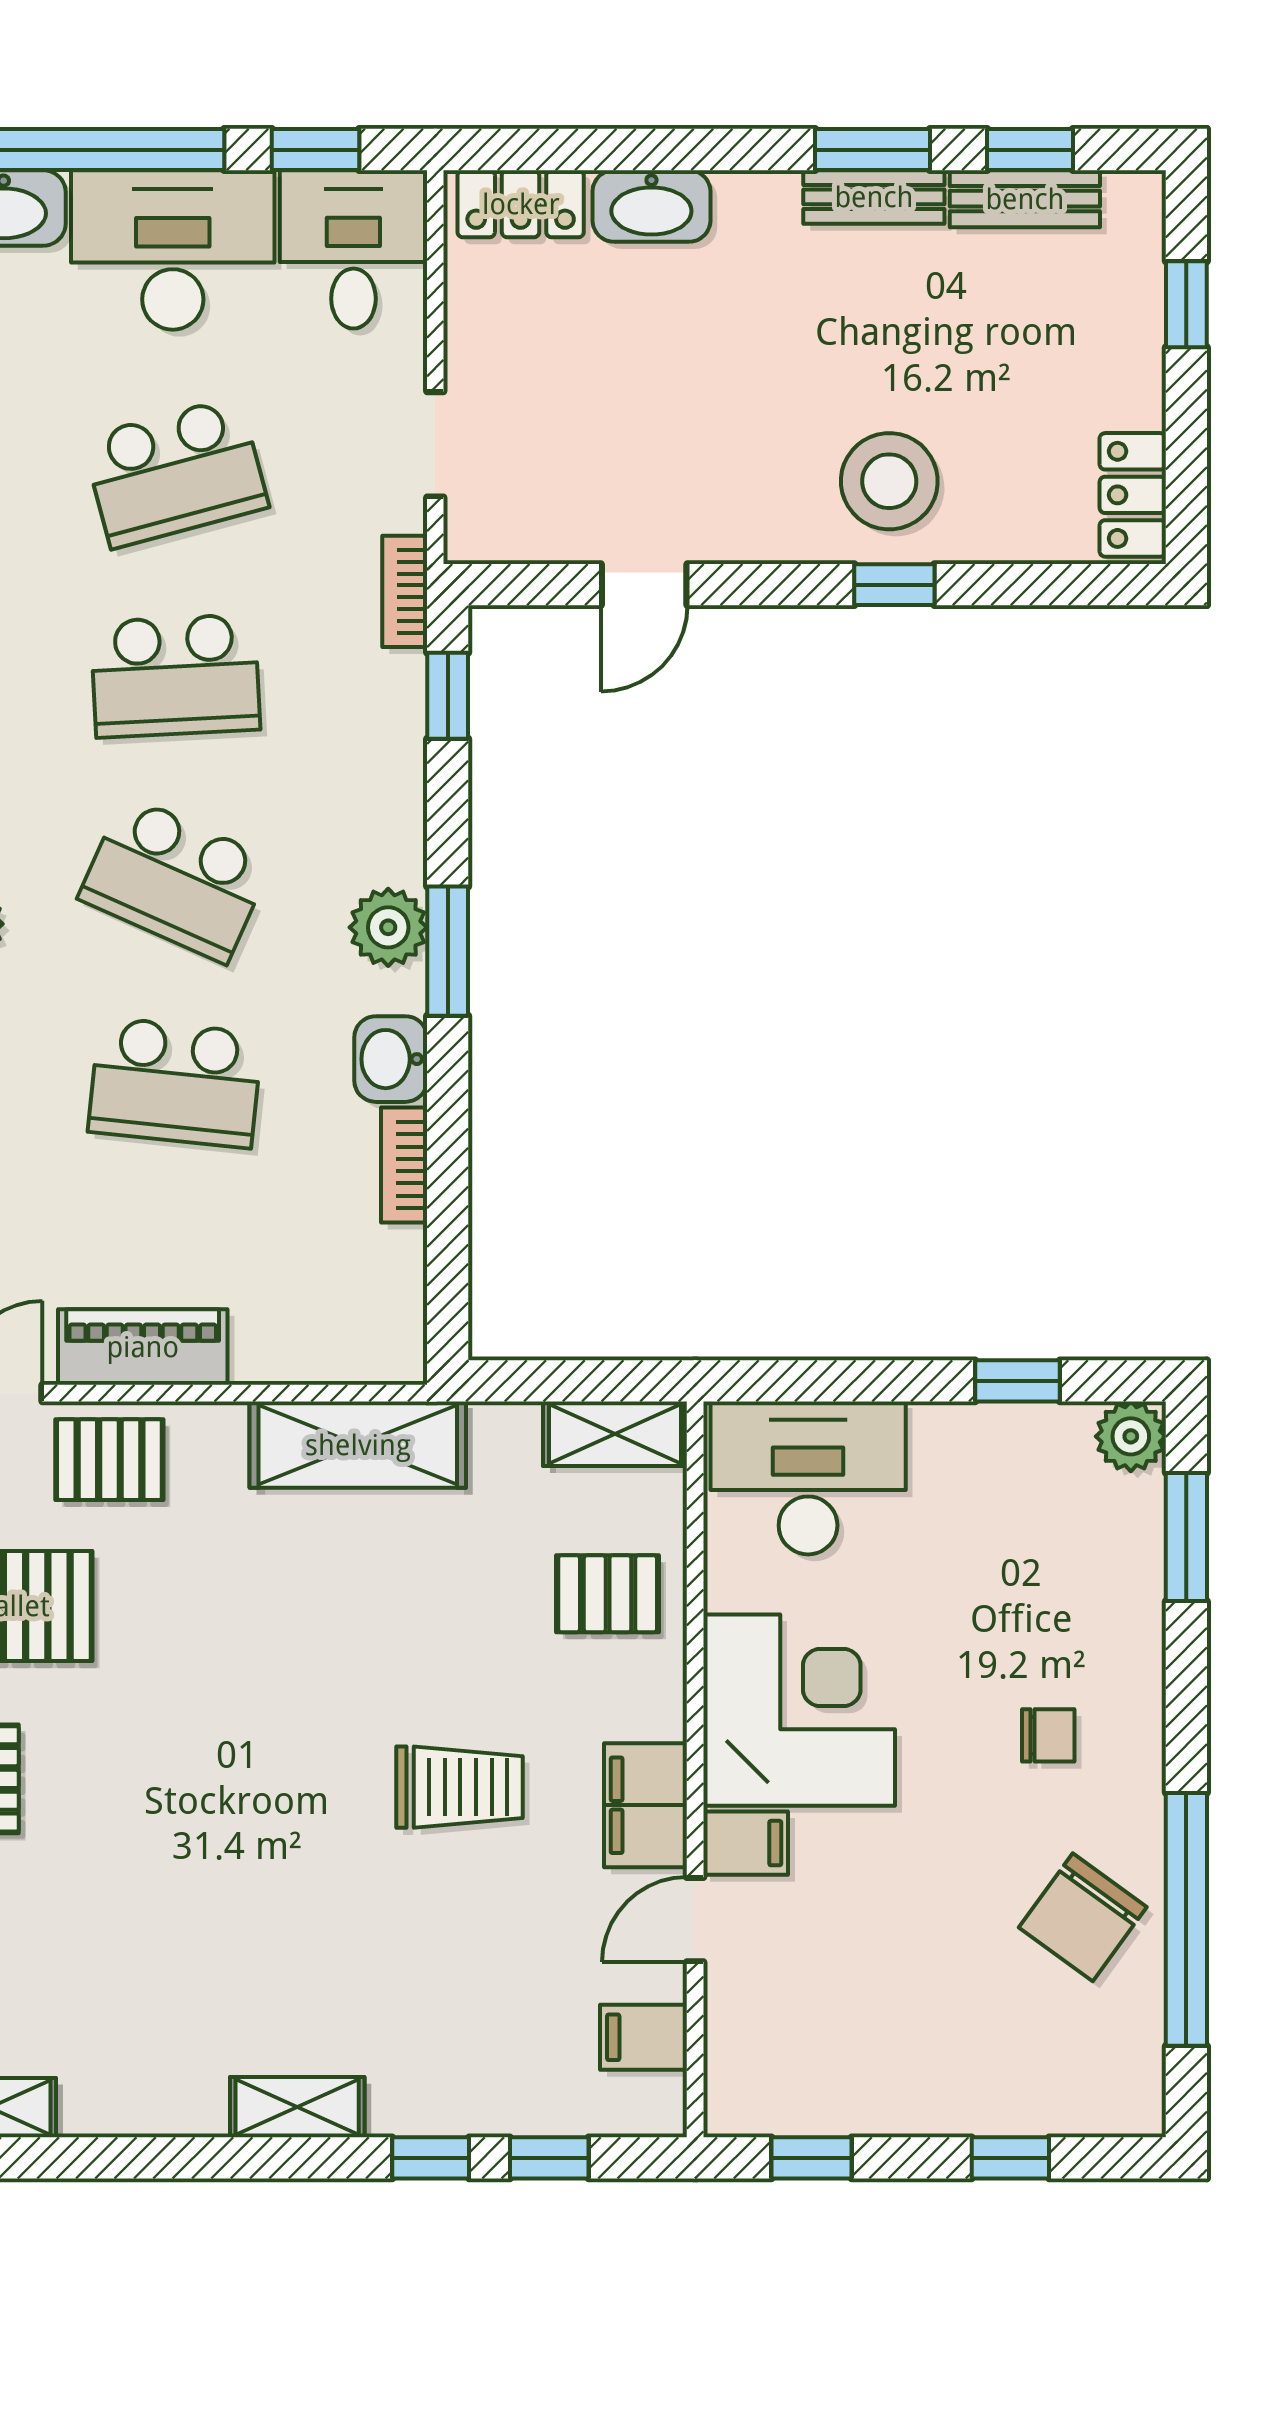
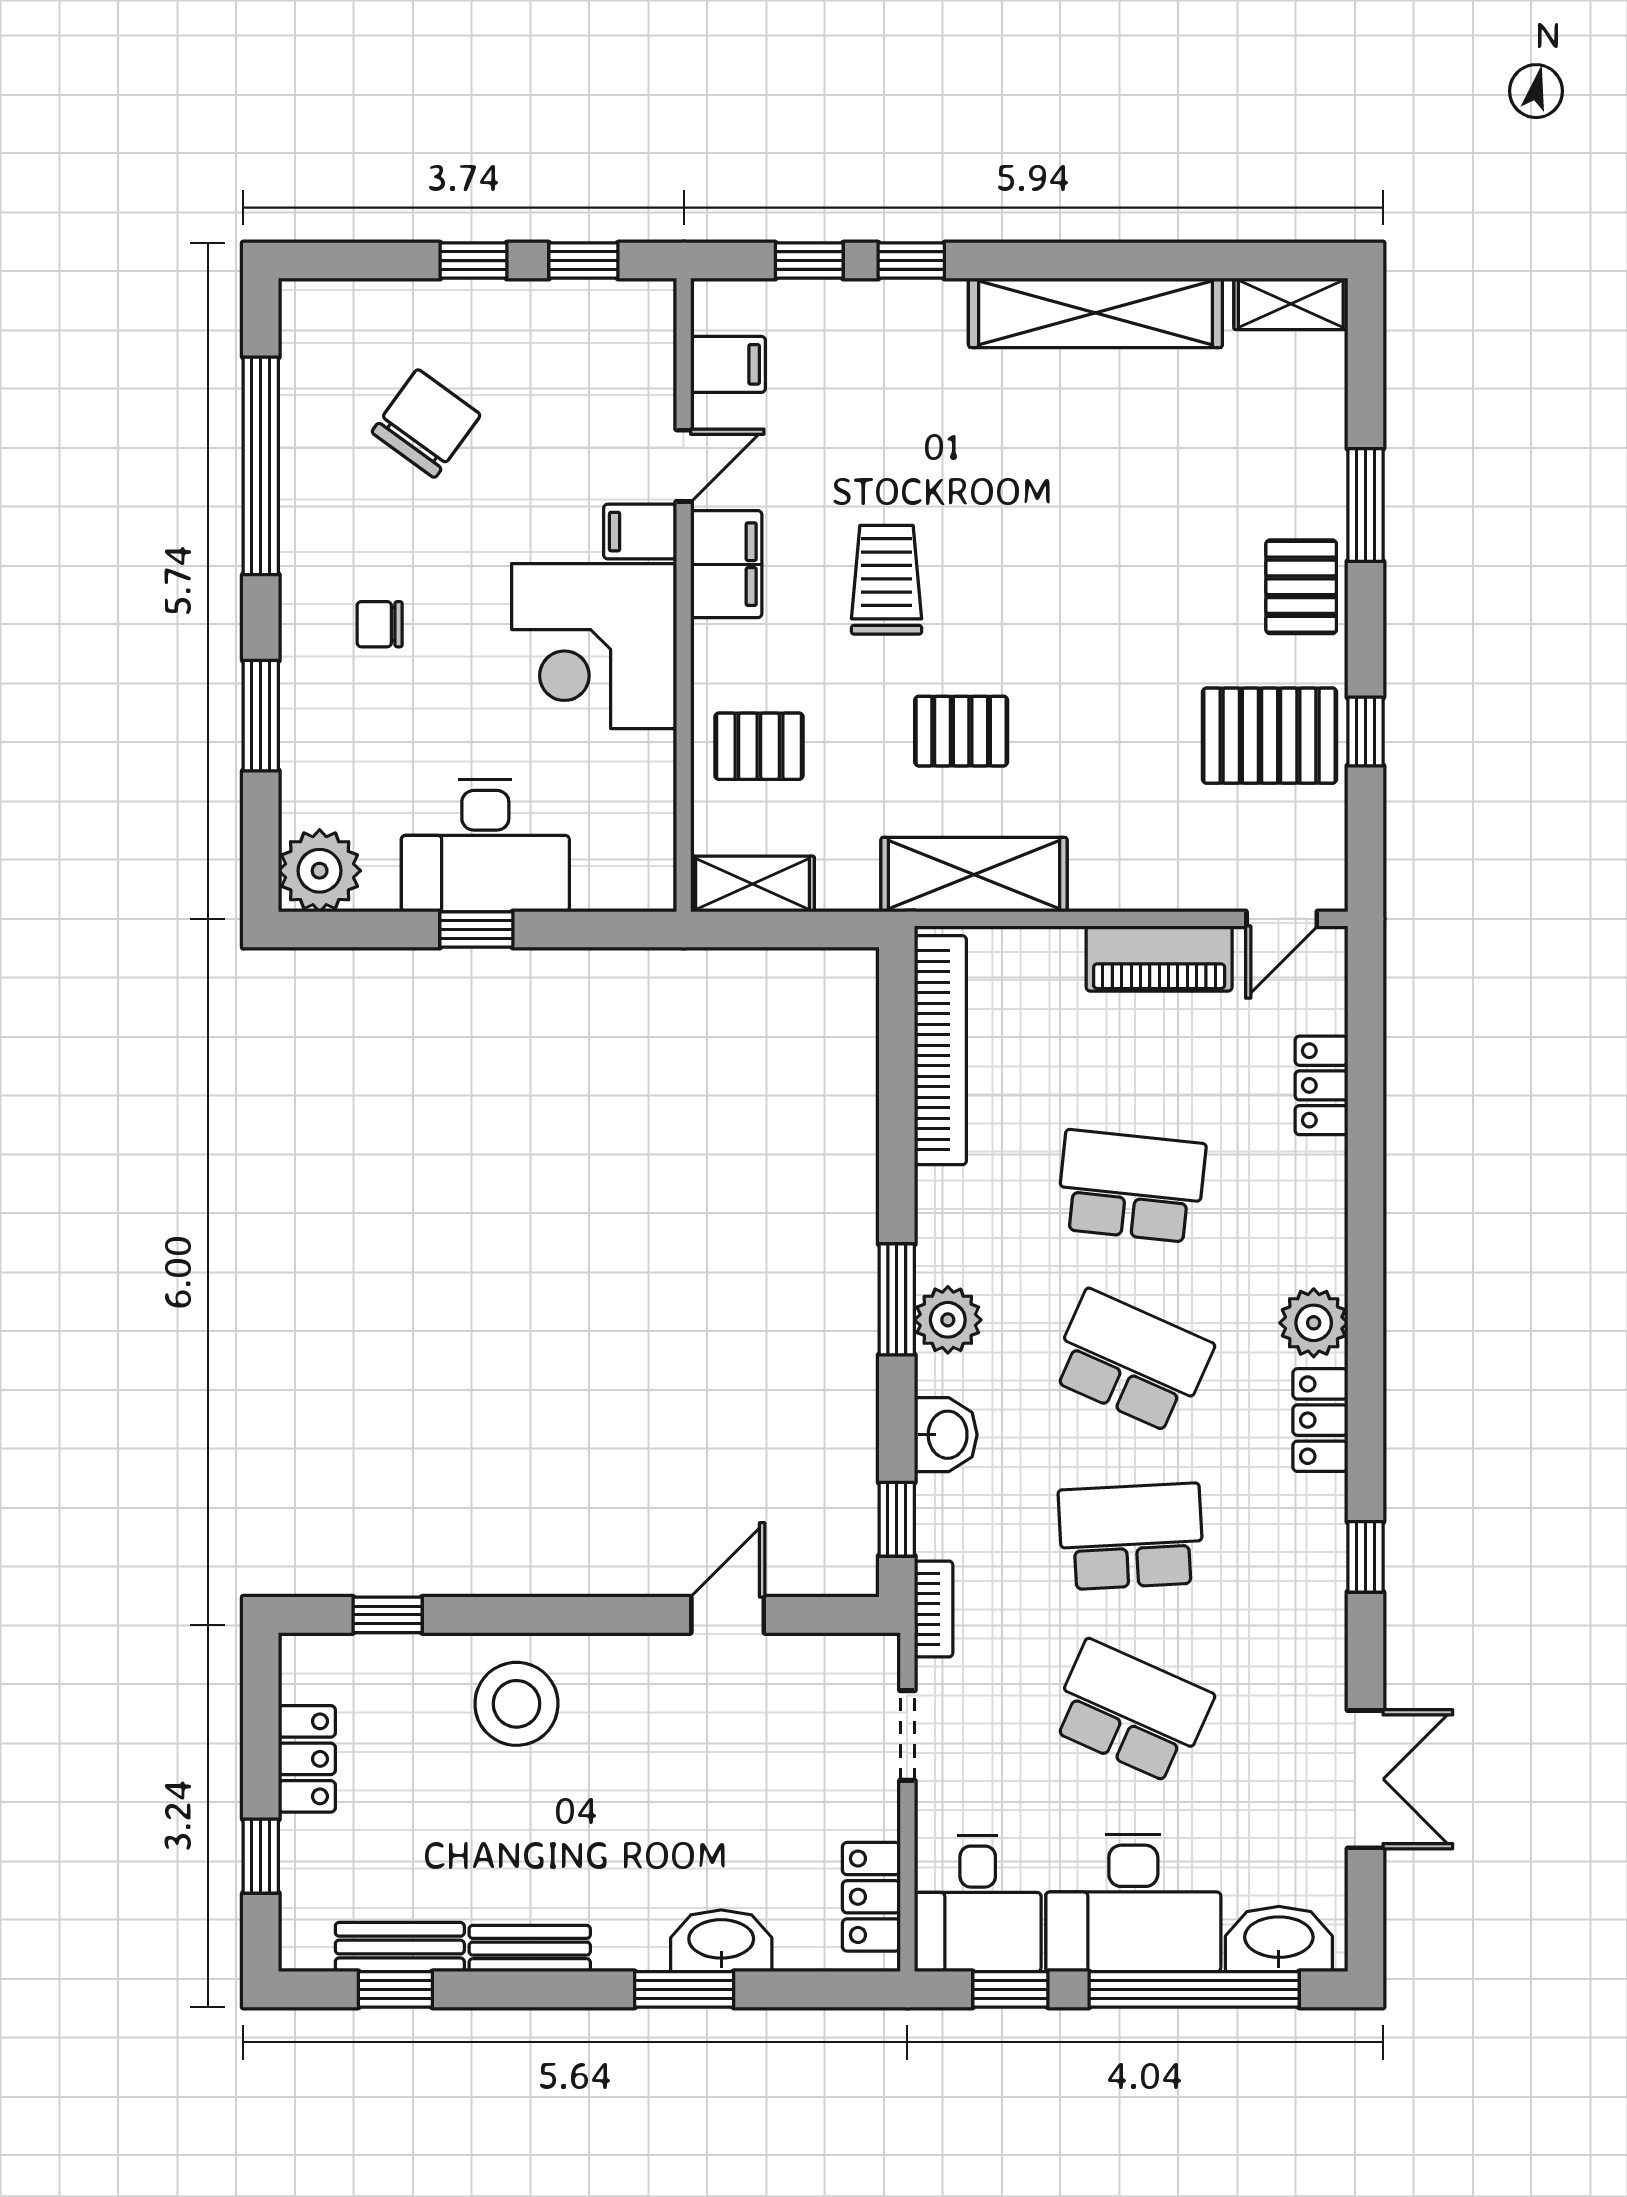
window: (872, 150) -> (684, 1989), moved
locker: (521, 204) -> (871, 1897), moved, turned -90
school desk: (175, 472) -> (1131, 1711), turned 39
locker: (1133, 495) -> (307, 1759), moved
window: (894, 585) -> (388, 1615), moved
washbasin: (391, 1059) -> (946, 1435), moved
bookcase: (404, 1165) -> (940, 1050), width x2.31, depth x1.31
window: (1017, 1381) -> (476, 929), moved
plant: (1131, 1436) -> (320, 871), width x1.36, depth x1.36
pallet: (109, 1460) -> (961, 731), moved
desk: (808, 1478) -> (485, 846), moved
window: (1186, 1537) -> (261, 716), moved
trolley: (459, 1787) -> (887, 580), turned 90
chair: (1083, 1917) -> (426, 423), moved
shelving: (297, 2107) -> (1095, 313), width x2.20, depth x1.33
window: (1010, 2158) -> (473, 261), moved

